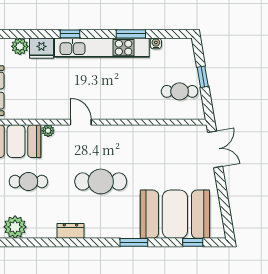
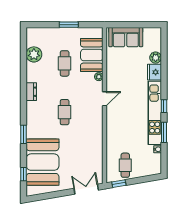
window: (70, 34) -> (164, 106), moved
window: (203, 77) -> (119, 184), moved
double door: (215, 149) -> (86, 189), swing flipped
cafe table: (101, 181) -> (65, 112), width x0.73, depth x0.74

